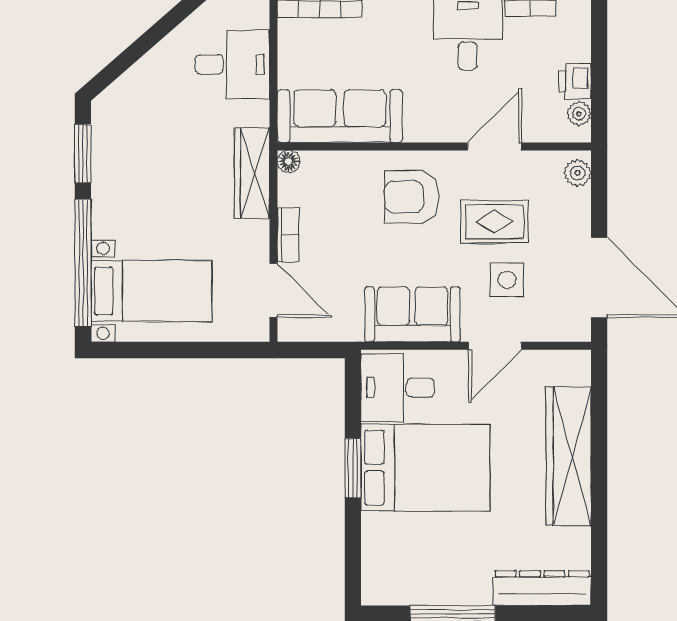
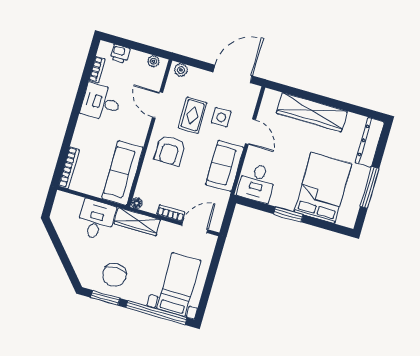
desk: (232, 64) -> (96, 220), moved
printer: (575, 81) -> (120, 54), moved
chair: (134, 158) -> (114, 275), added
bed: (425, 468) -> (323, 188), moved

